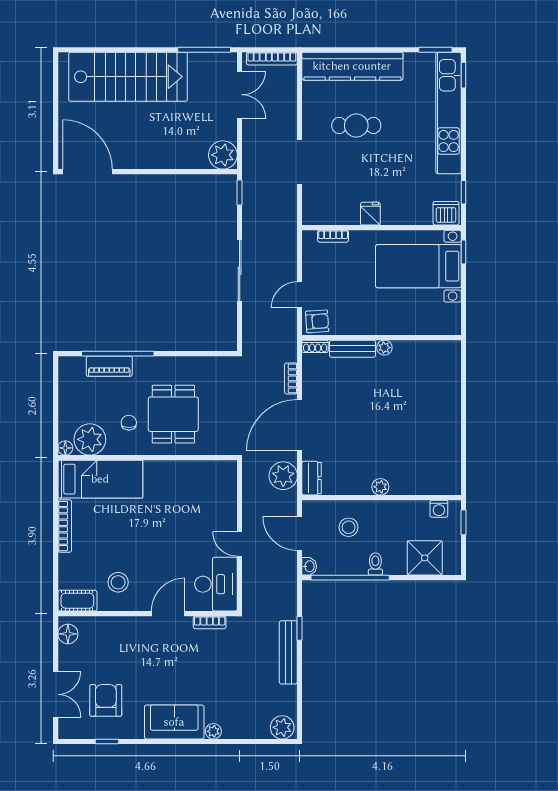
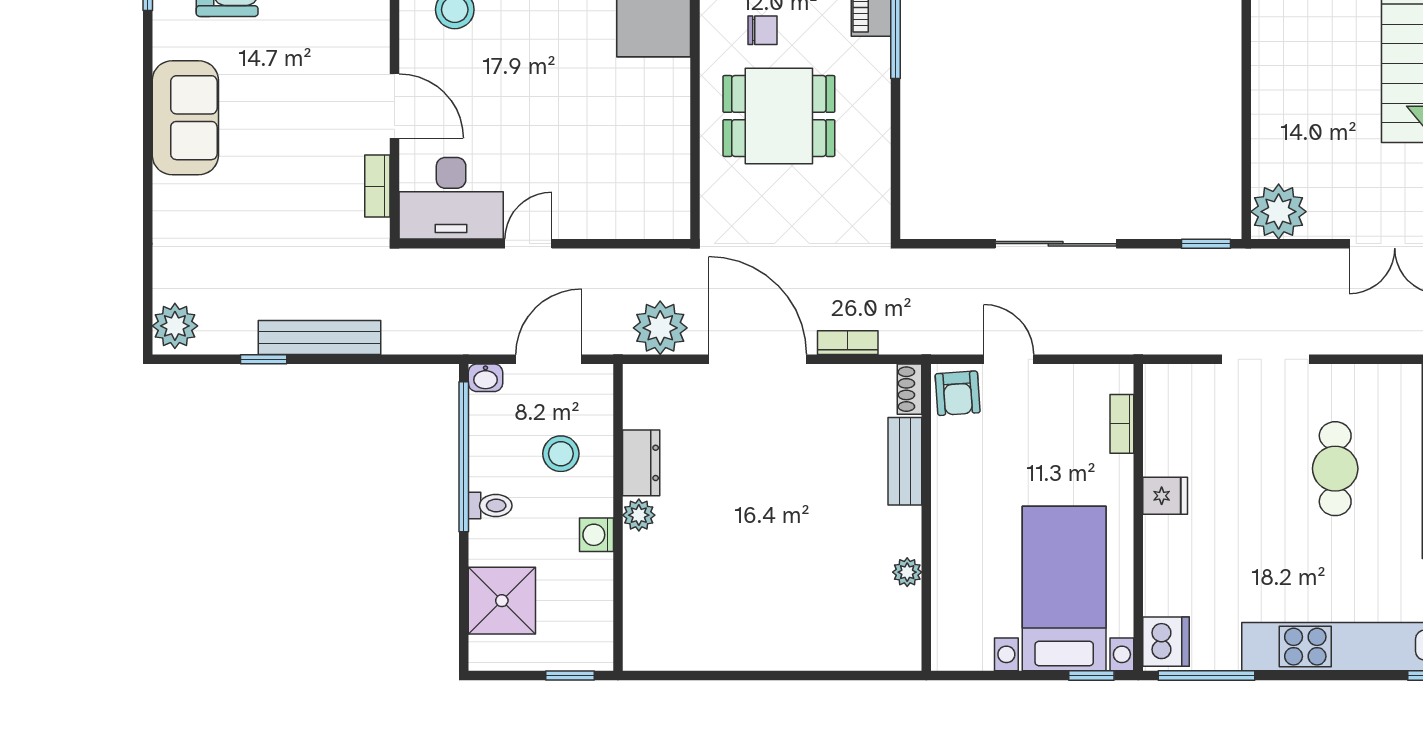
window: (464, 192) -> (1206, 675), width x2.17
plant: (384, 348) -> (907, 572), moved
dresser: (312, 478) -> (641, 463), moved, turned -90
washing machine: (439, 509) -> (597, 535), moved
window: (300, 628) -> (264, 359), moved
plant: (213, 731) -> (167, 193), removed

